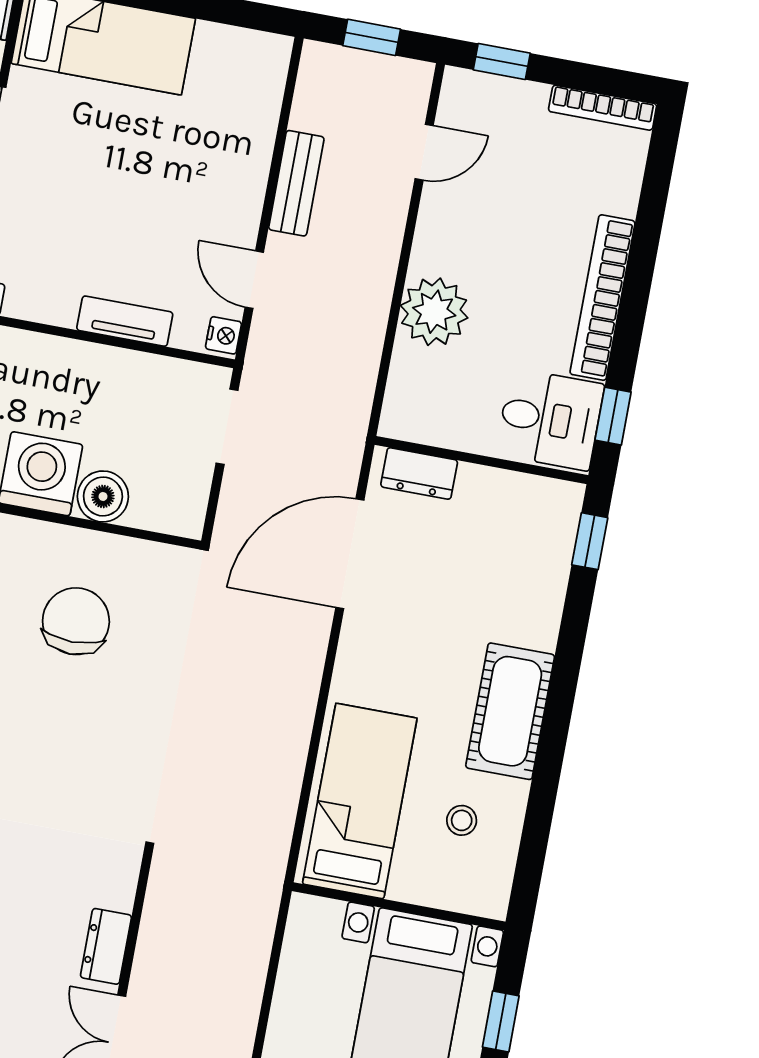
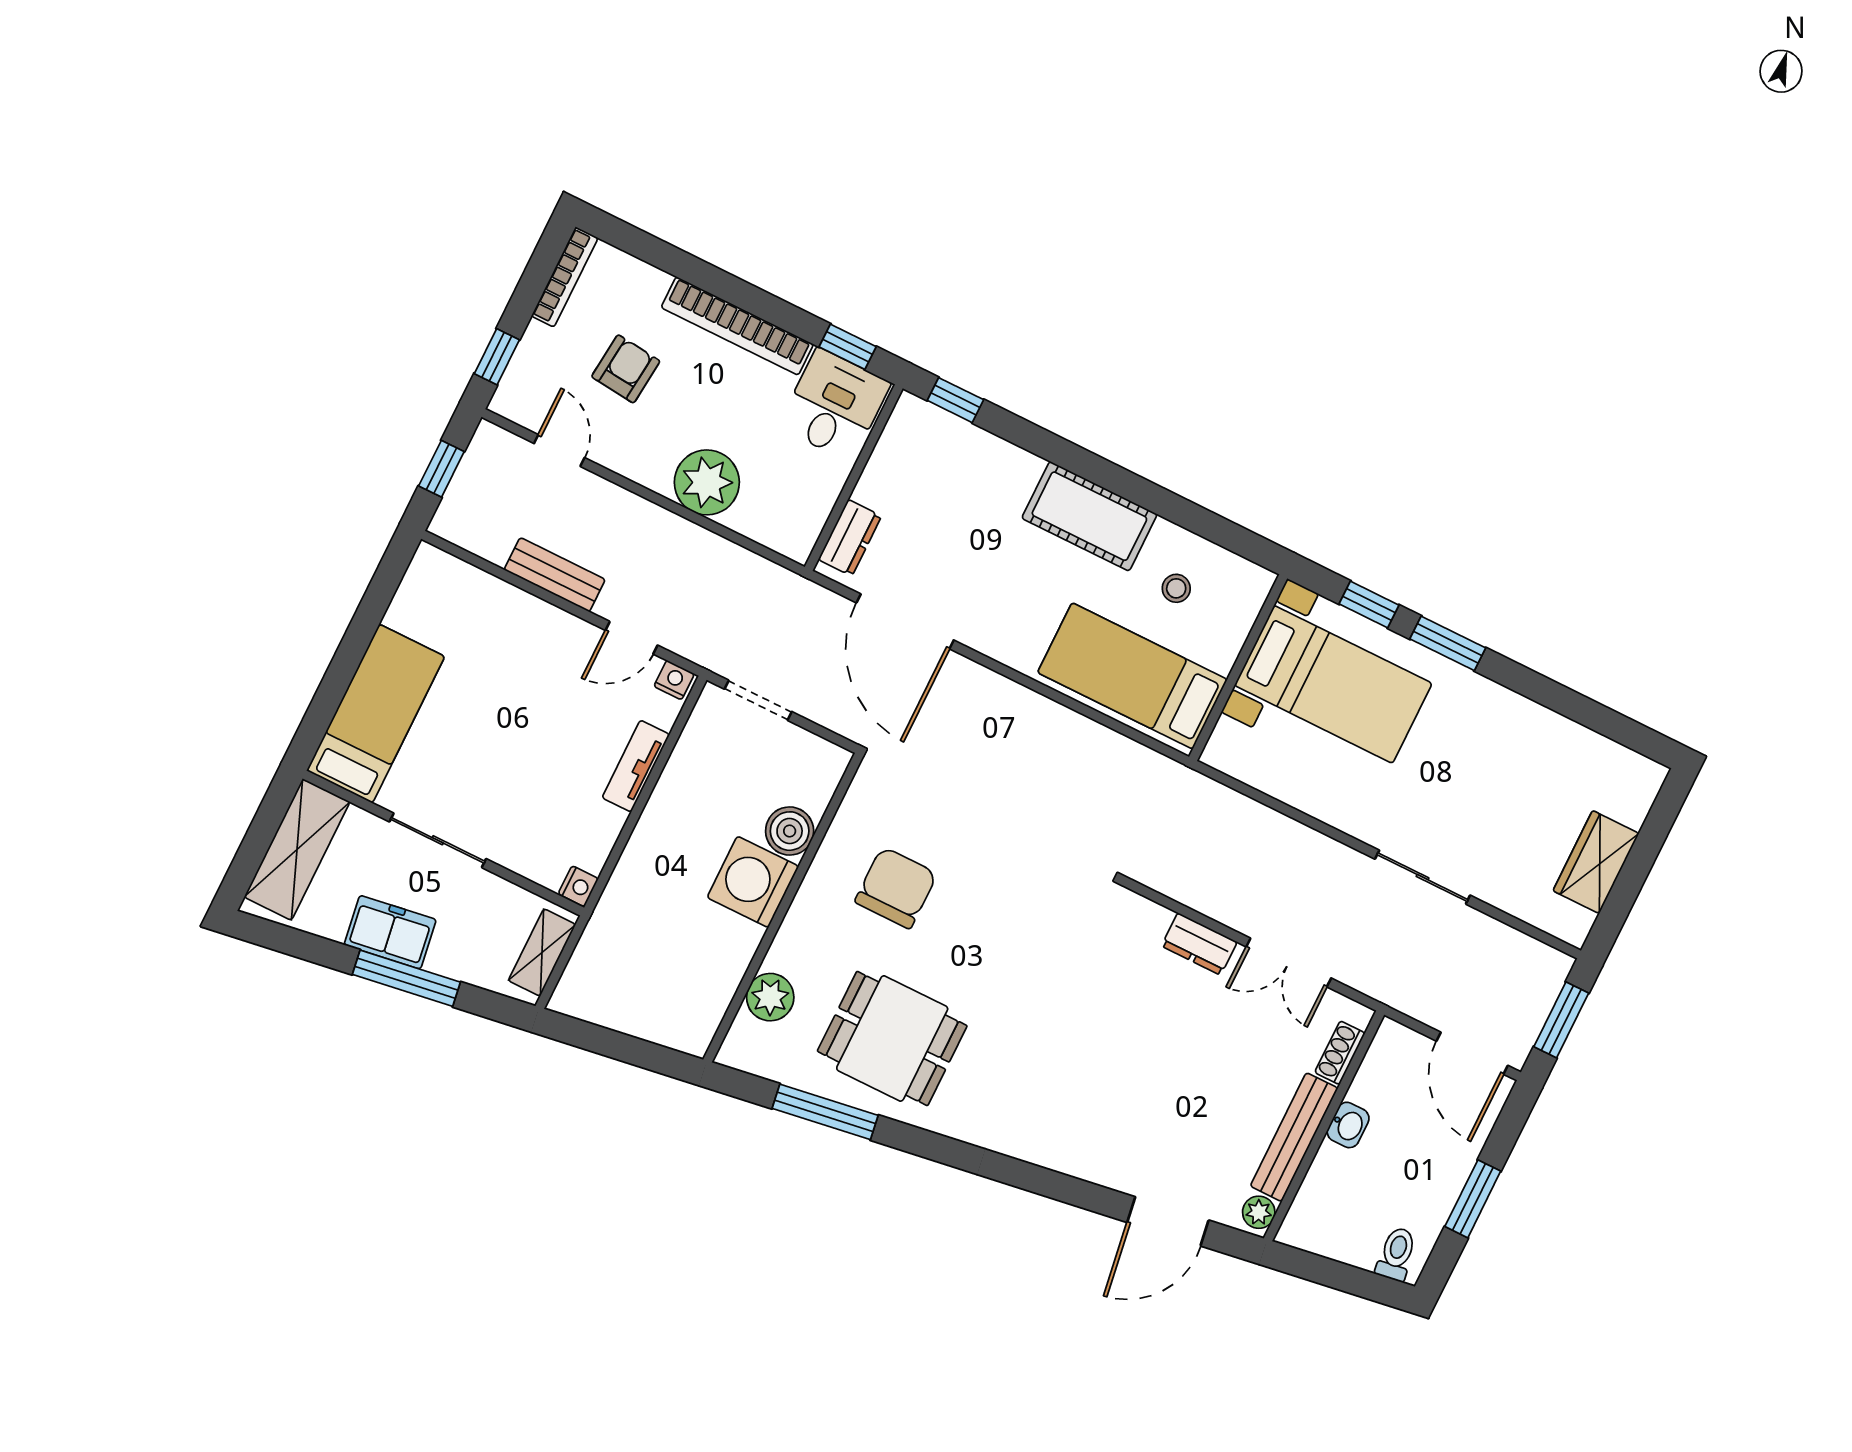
armchair: (527, 196) -> (626, 369), added
chair: (76, 621) -> (896, 888), turned 90

